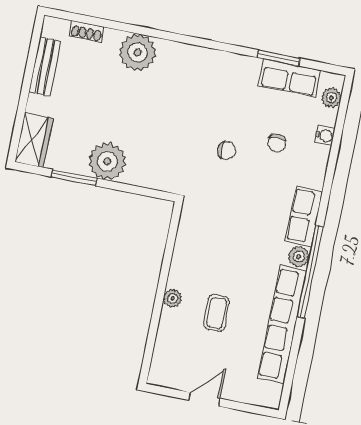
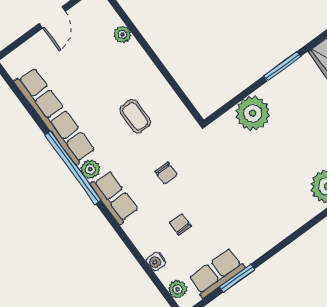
chair: (227, 150) -> (166, 173), moved, turned -90
plant: (107, 161) -> (253, 113), moved
plant: (173, 298) -> (122, 34), moved
coffee table: (217, 313) -> (135, 116), moved

